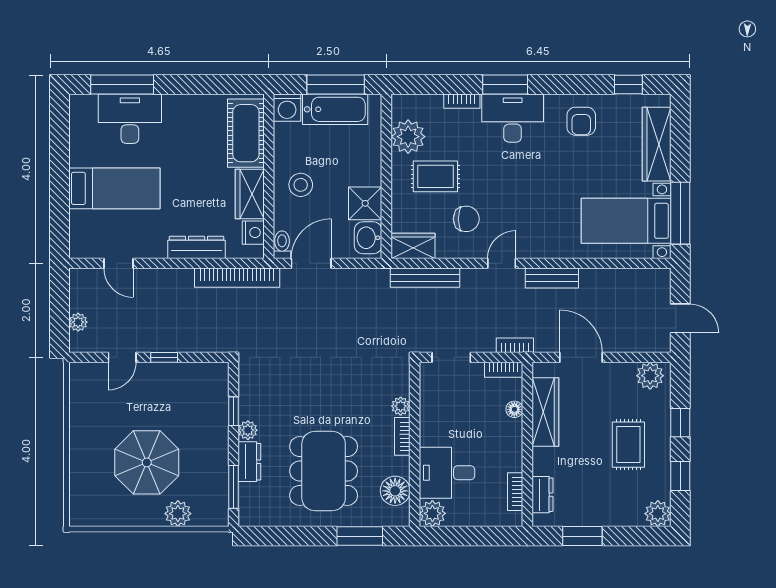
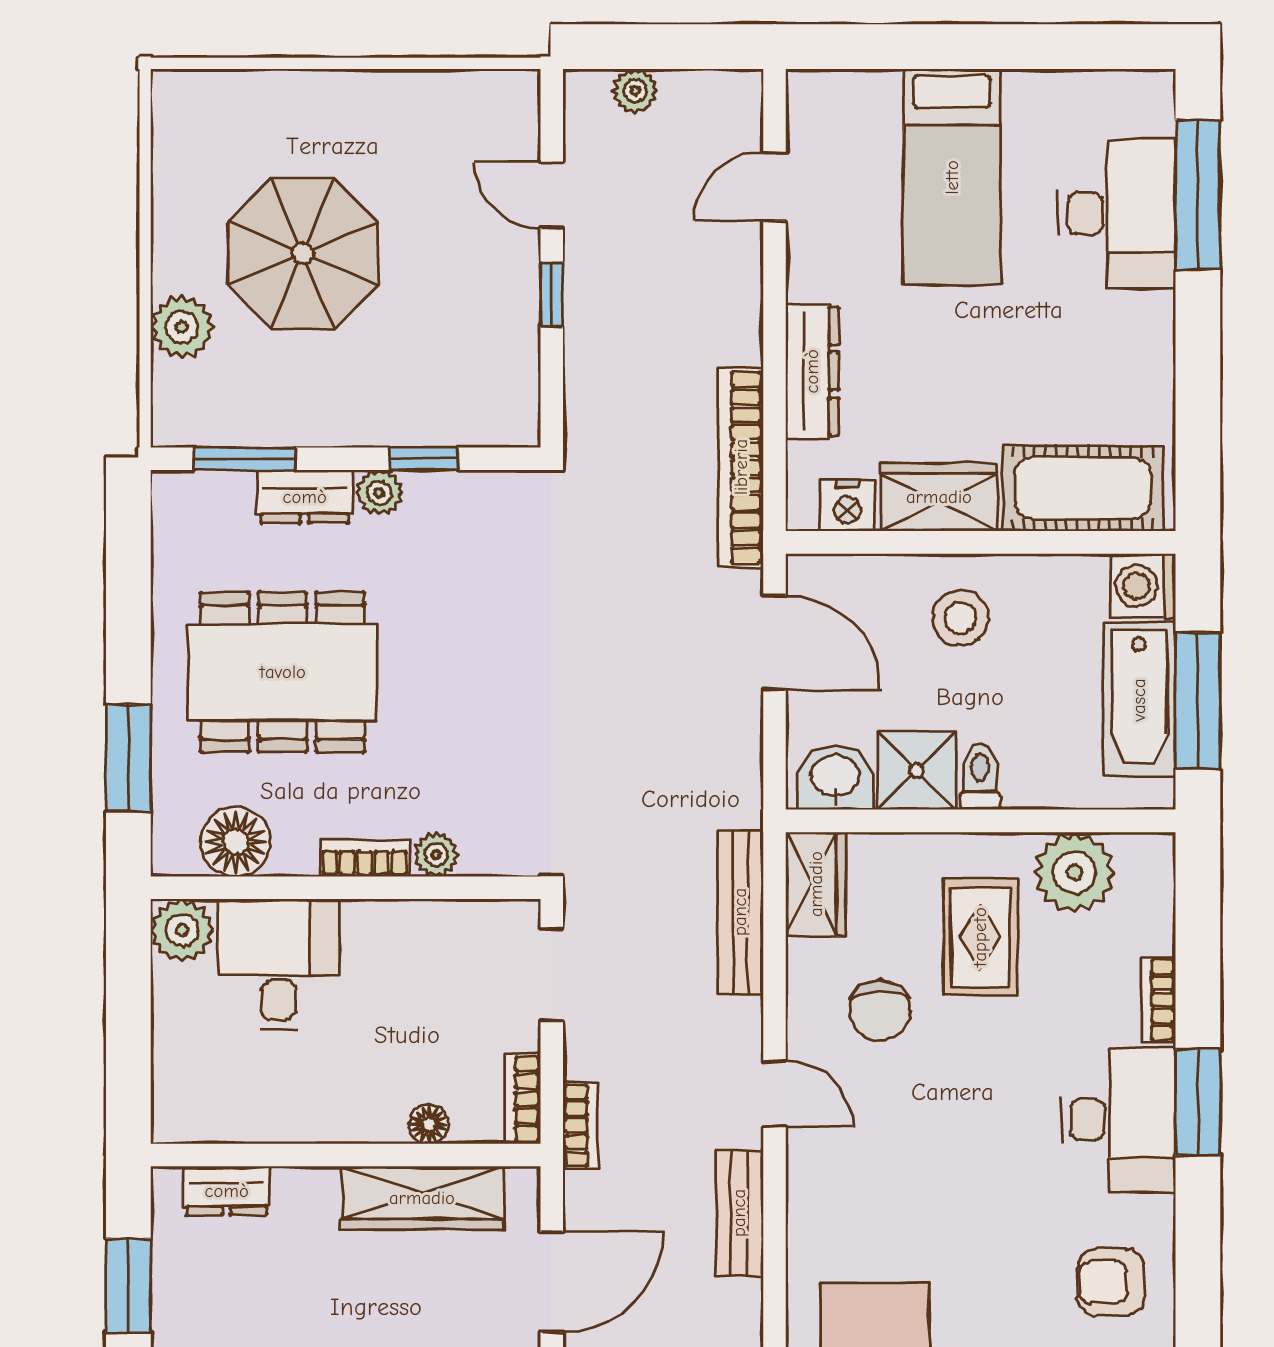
toilet: (282, 245) -> (980, 777), moved, turned -90
bookcase: (515, 492) -> (234, 1126), removed

